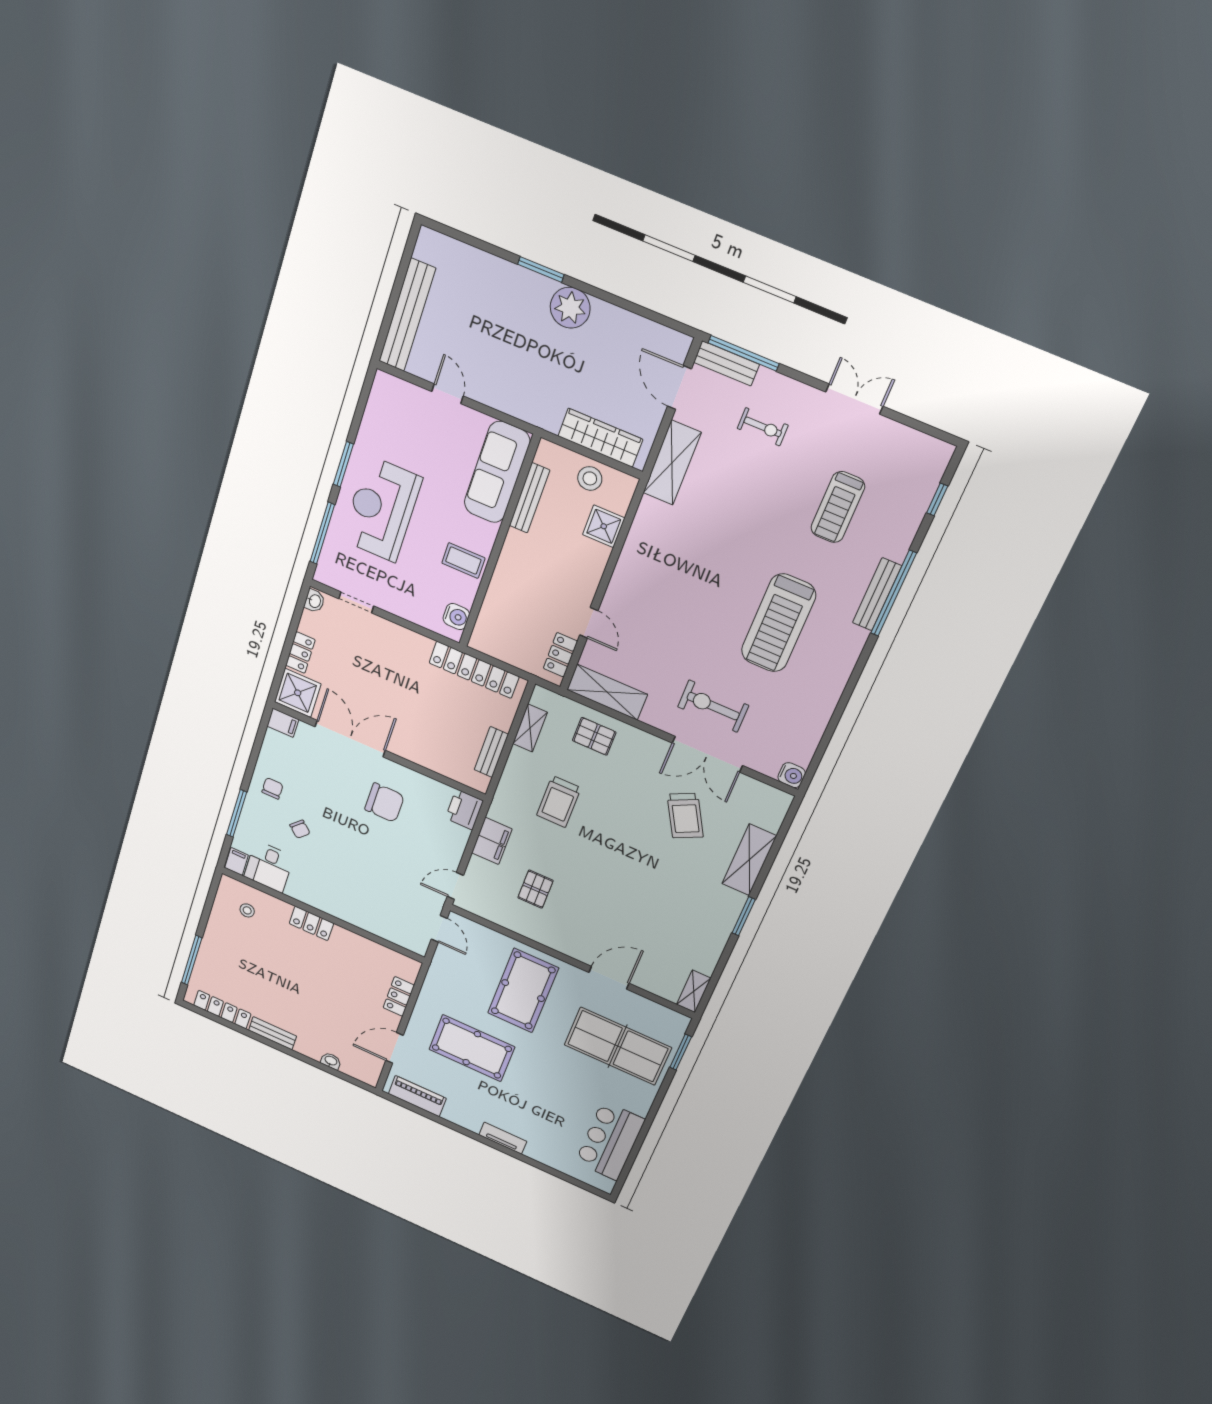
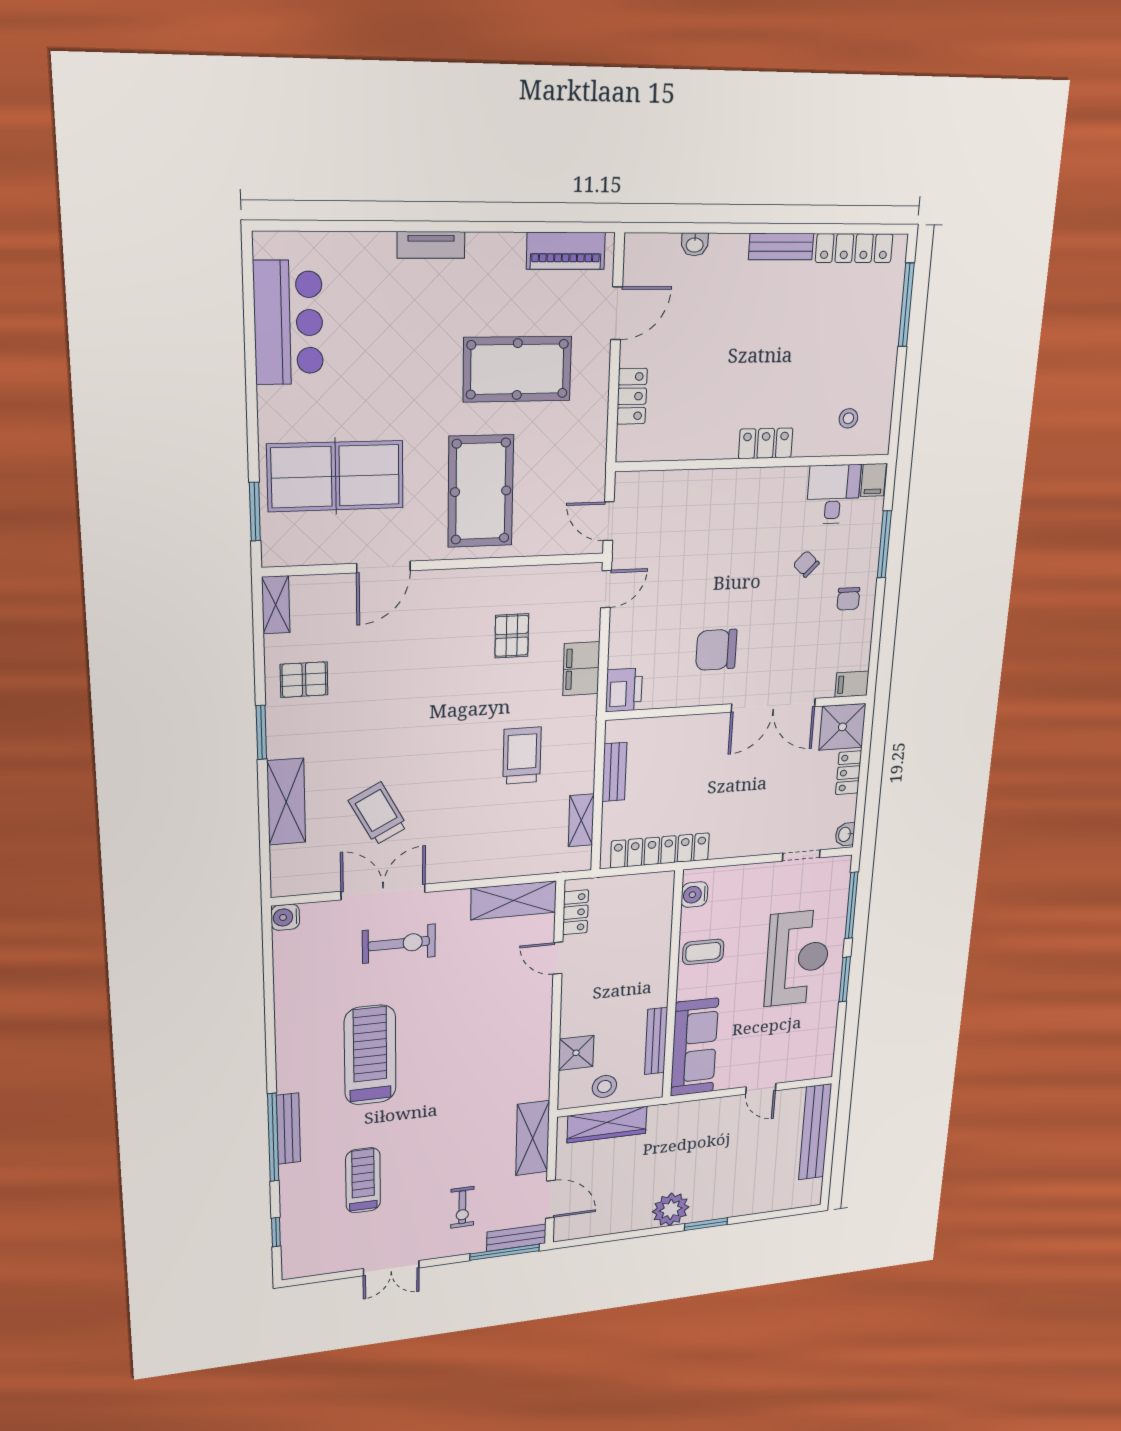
exercise bike: (763, 427) -> (462, 1207), turned -90
pallet: (594, 736) -> (304, 680), moved

